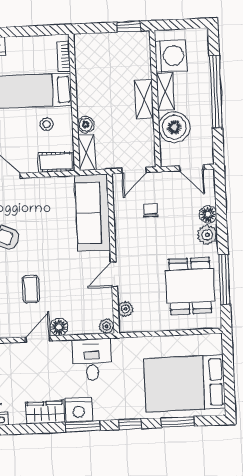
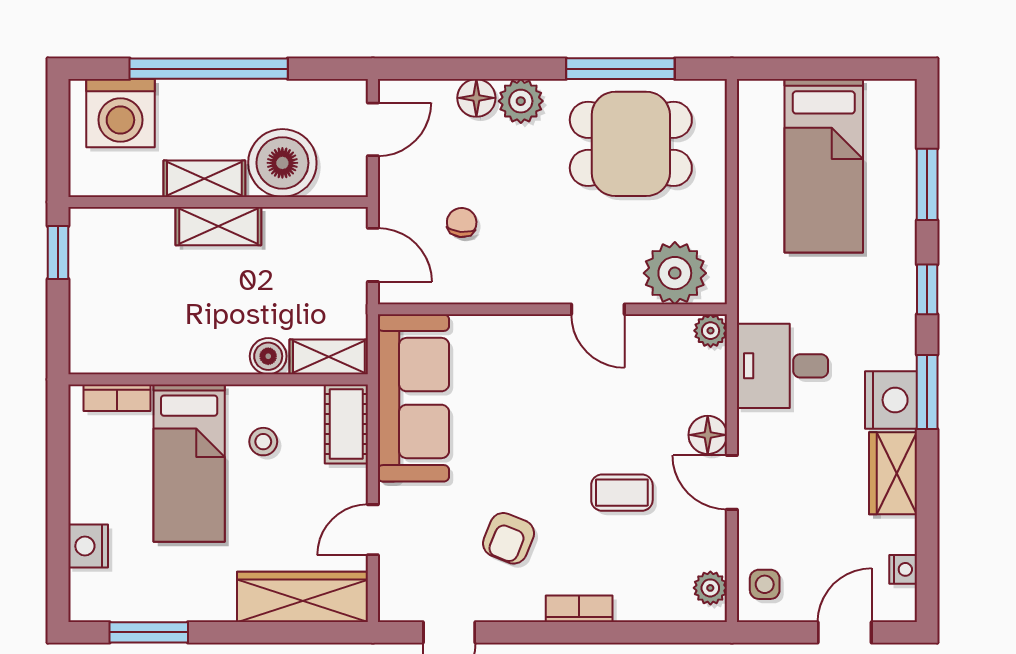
washing machine: (171, 56) -> (120, 113), moved, turned 180
chair: (151, 210) -> (462, 223), turned 96
sofa: (93, 213) -> (413, 398), moved, turned -90
plant: (125, 309) -> (675, 273), width x1.87, depth x1.87
bed: (185, 383) -> (824, 166), width x0.67

